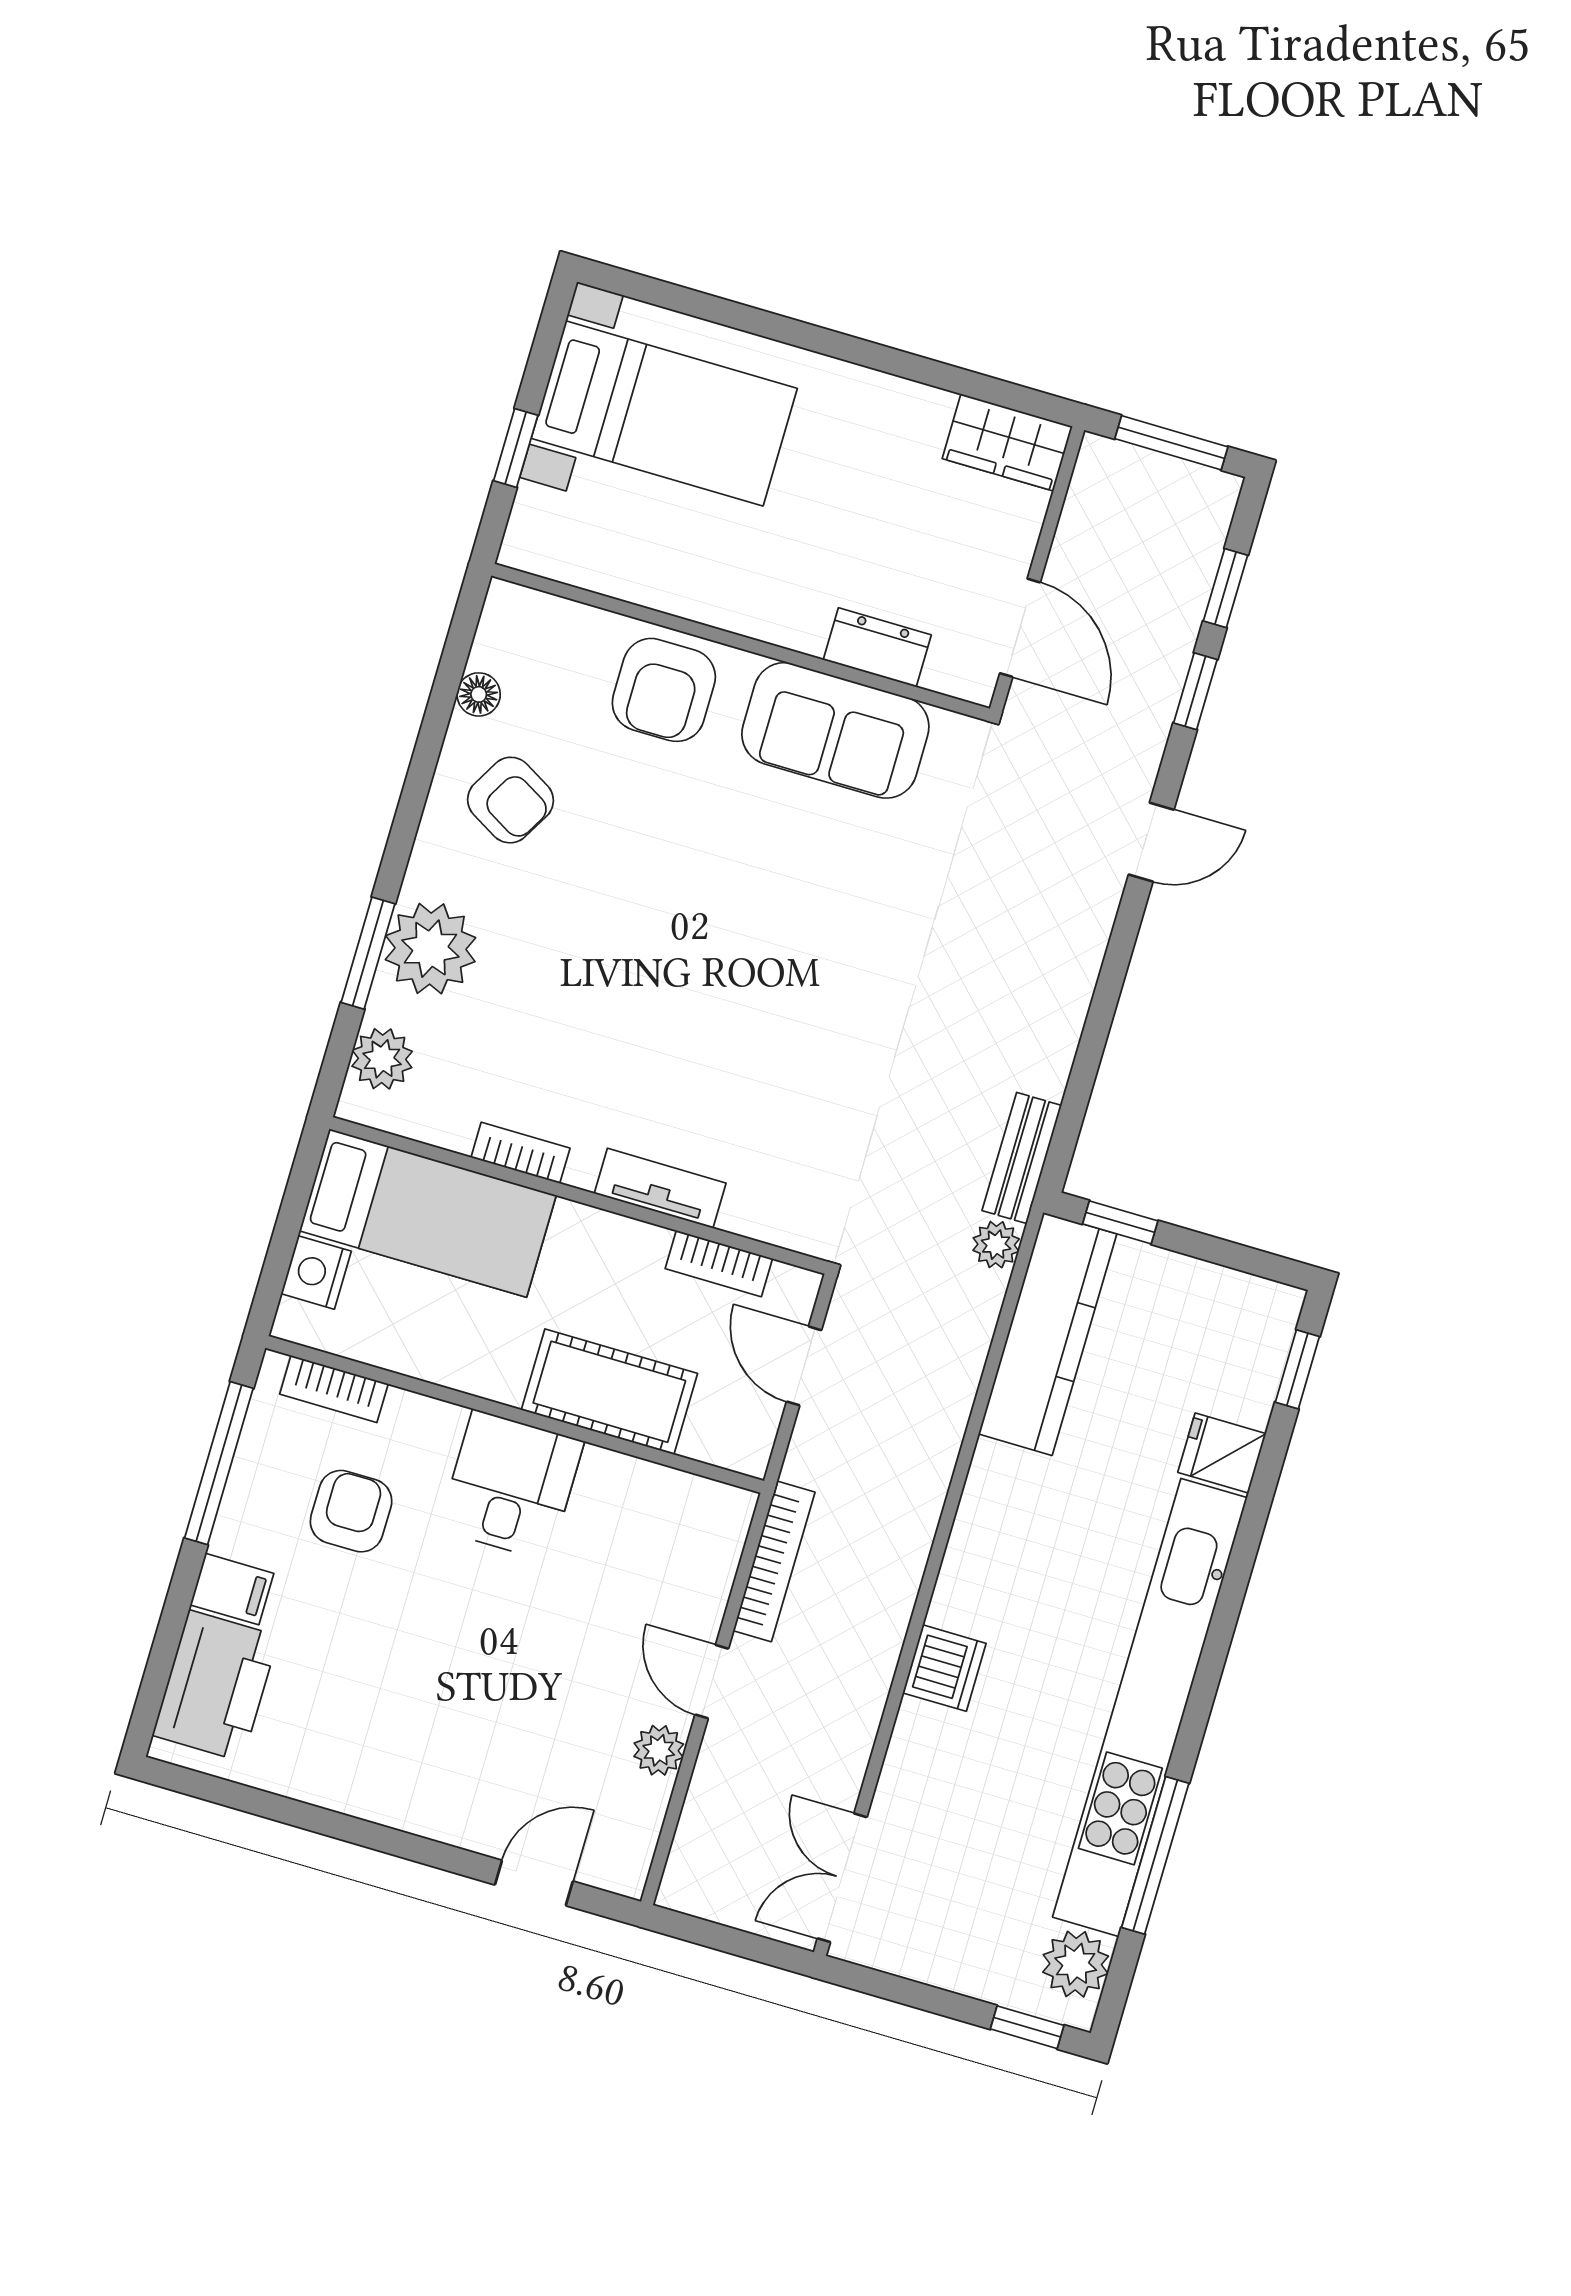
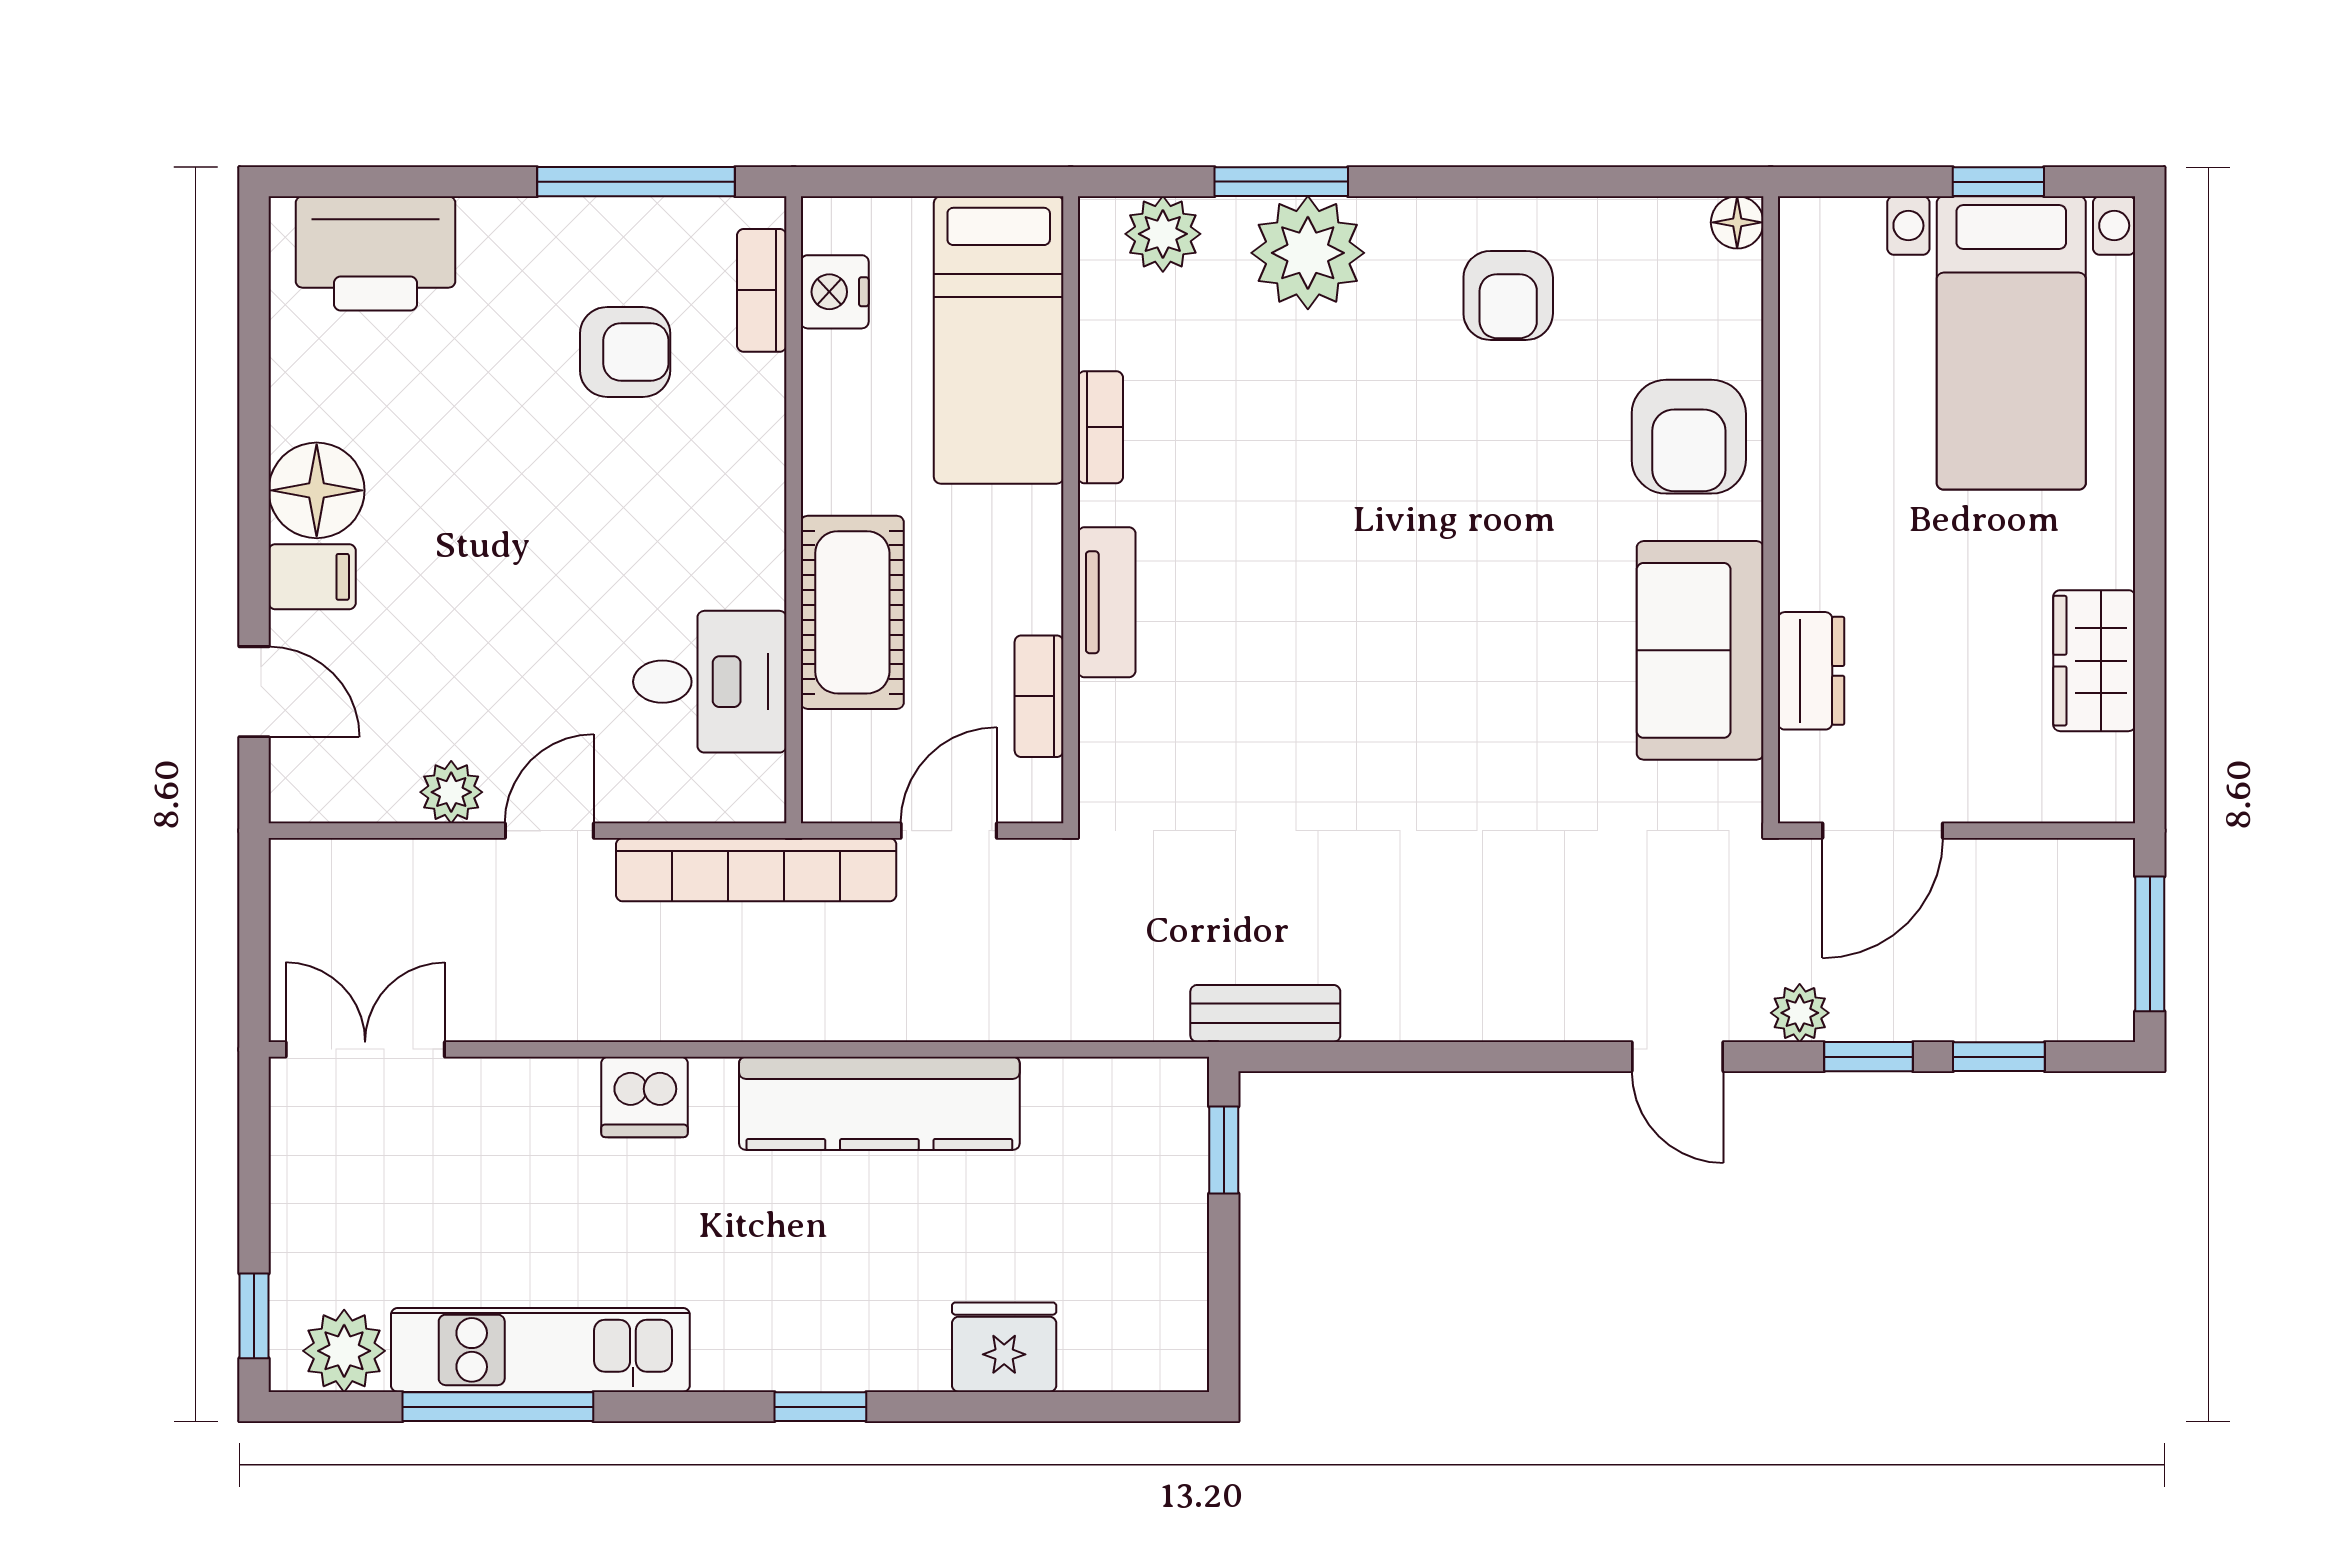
wardrobe: (1007, 442) -> (2094, 661), moved
window: (516, 448) -> (1998, 182), moved
armchair: (664, 690) -> (1689, 437), turned -90
floor lamp: (479, 694) -> (1737, 222), moved
armchair: (510, 800) -> (1508, 295), turned -30
plant: (996, 1245) -> (1800, 1013), moved
nightstand: (316, 1272) -> (835, 292), moved, turned -90
kitchen counter: (1048, 1334) -> (879, 1103), moved
window: (1297, 1369) -> (820, 1407), moved
fridge: (1222, 1453) -> (1004, 1347), width x1.38
desk: (511, 1485) -> (710, 682), moved
bookcase: (774, 1561) -> (756, 870), width x1.48, depth x1.31
filing cabinet: (232, 1589) -> (312, 577), moved, turned -90
kitchen unit: (1150, 1707) -> (540, 1350), width x0.54
floor lamp: (389, 1787) -> (317, 490), added

